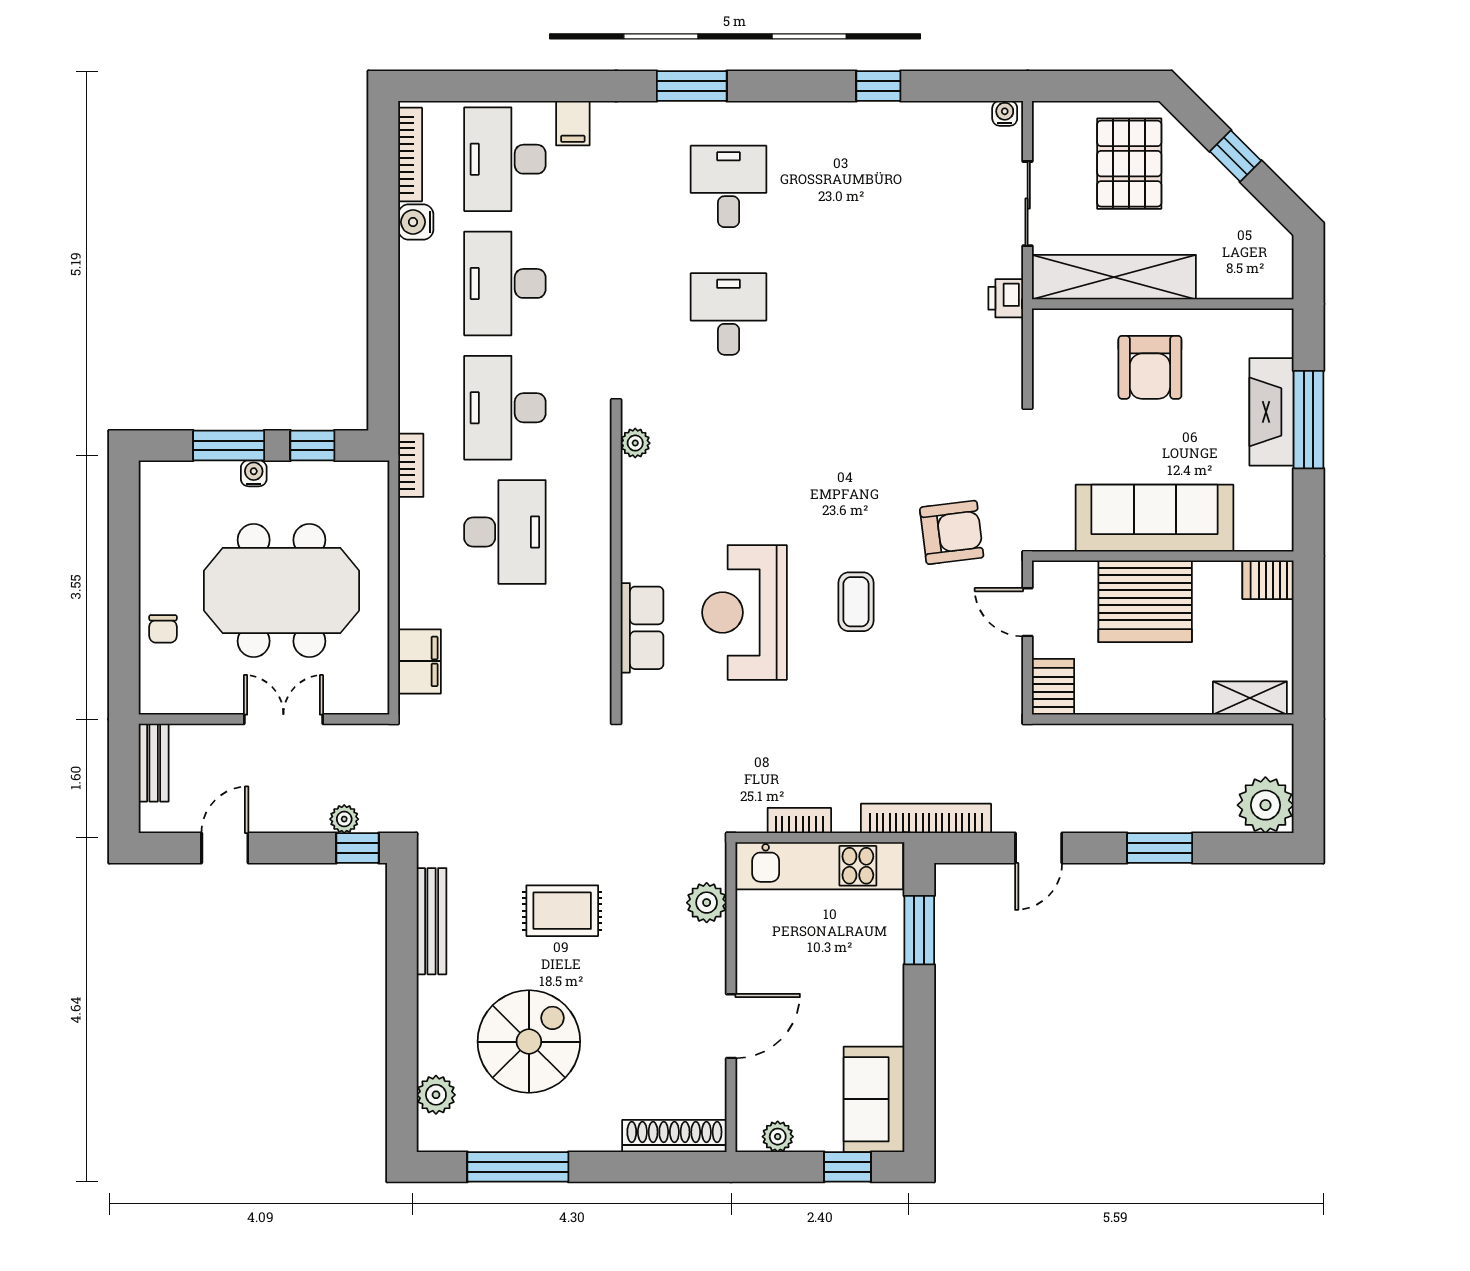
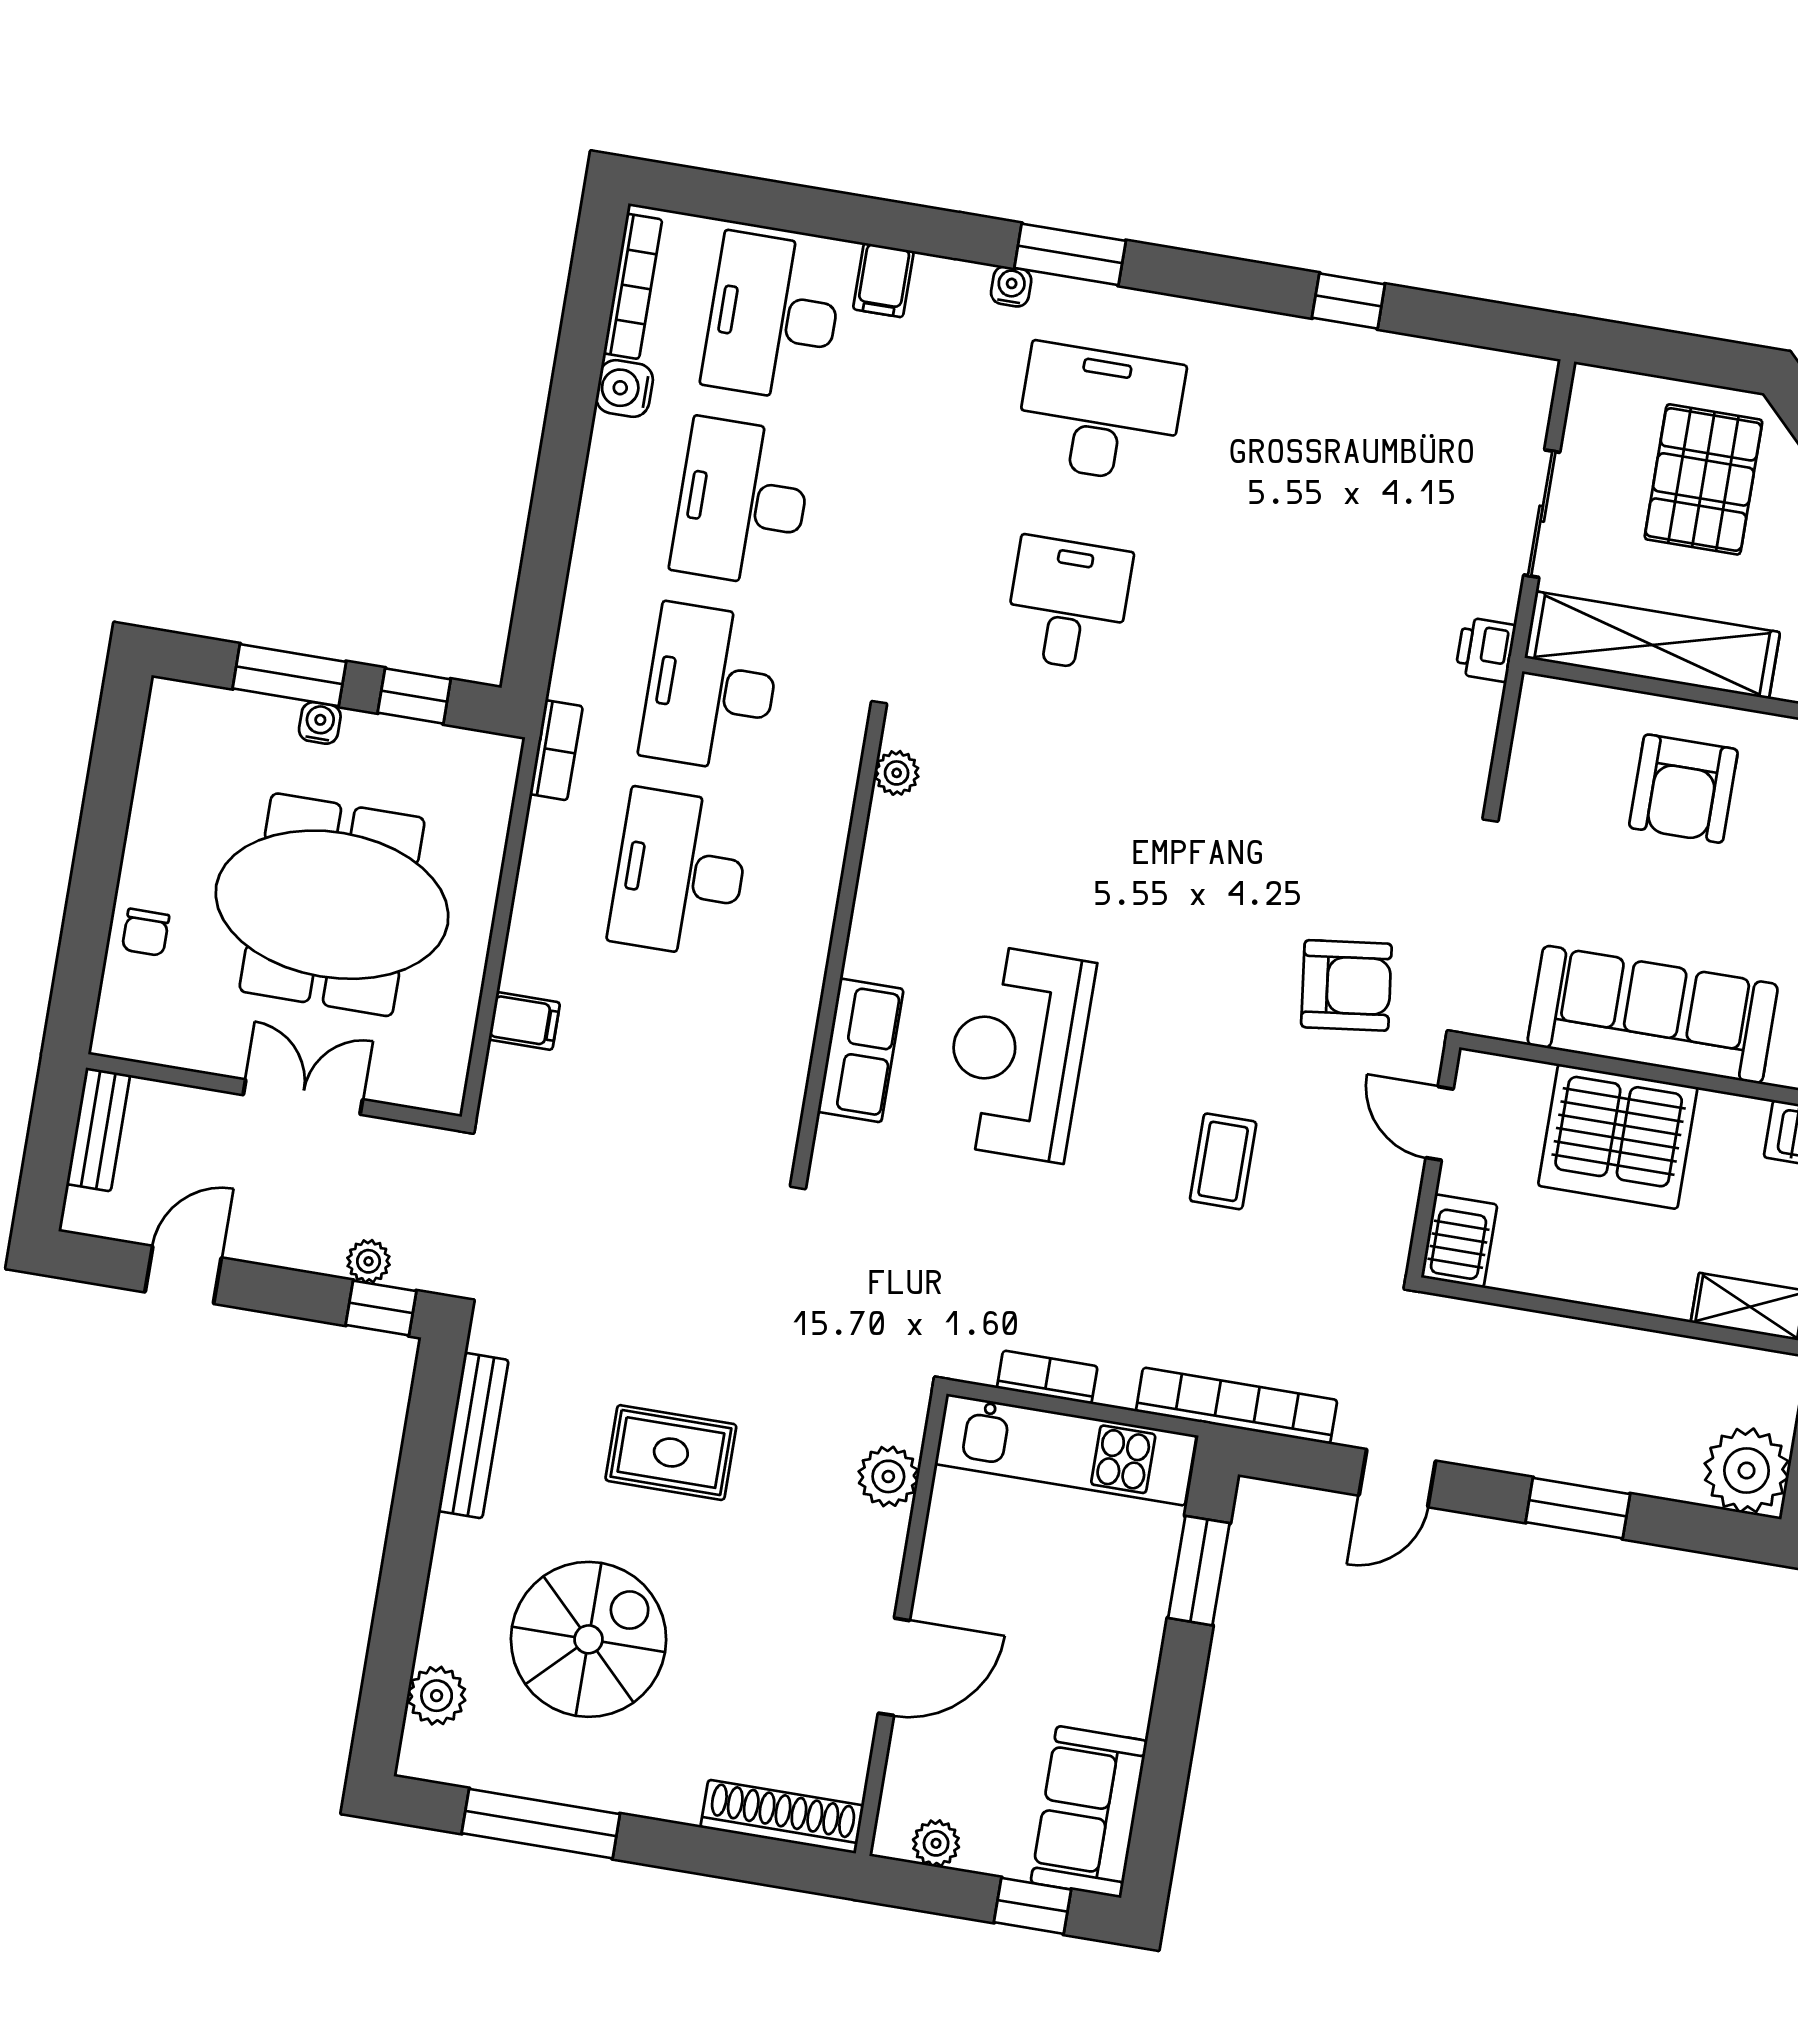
water cooler: (1005, 113) -> (1011, 286), moved
desk: (729, 186) -> (1100, 413), width x1.37
desk: (505, 532) -> (680, 873), turned 180
coffee table: (856, 602) -> (1223, 1161), moved
filing cabinet: (420, 661) -> (524, 1021), width x0.50

